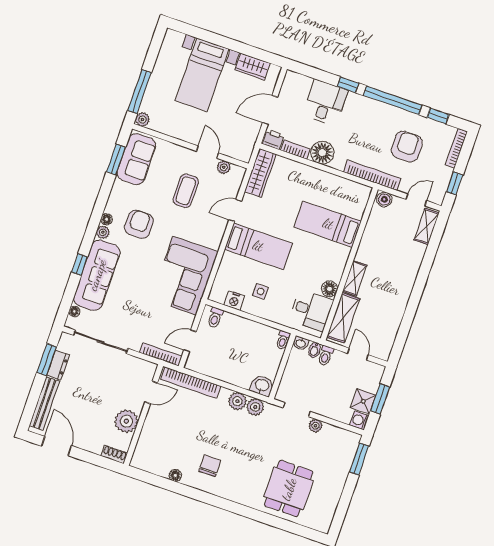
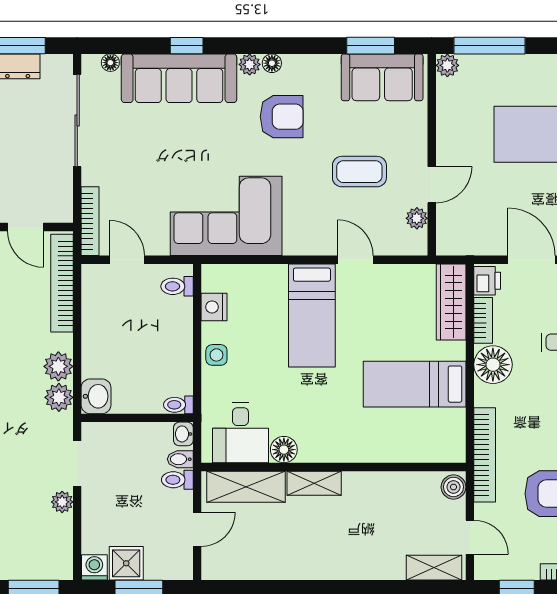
wardrobe: (260, 173) -> (451, 302), moved, turned 90
bed: (328, 224) -> (415, 384), moved, turned -90
side table: (261, 291) -> (216, 355), moved

